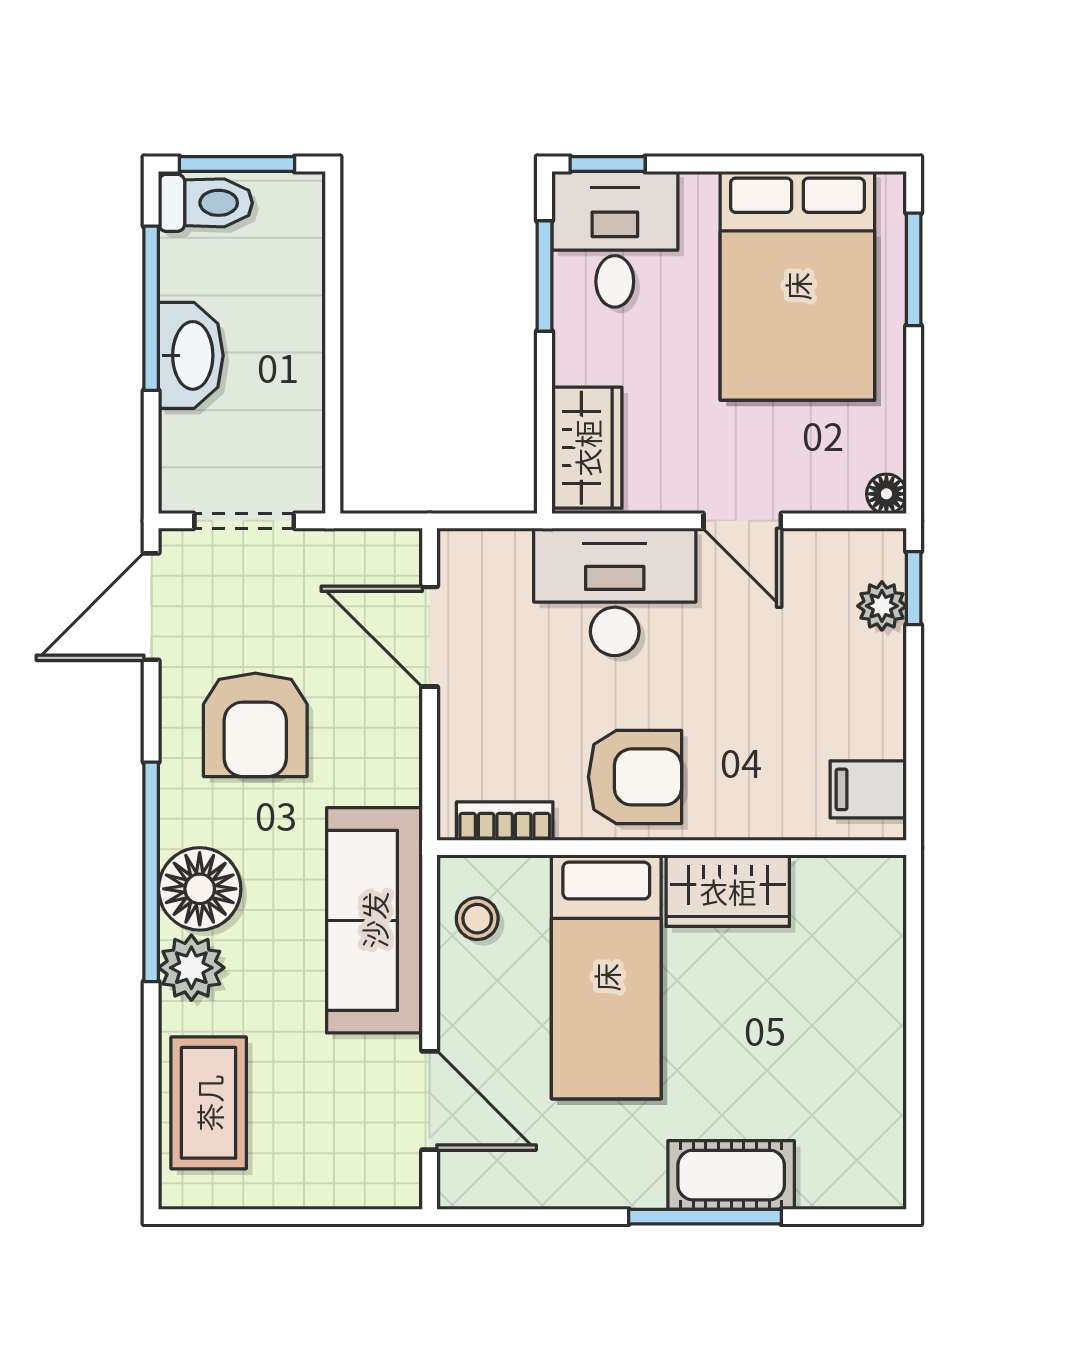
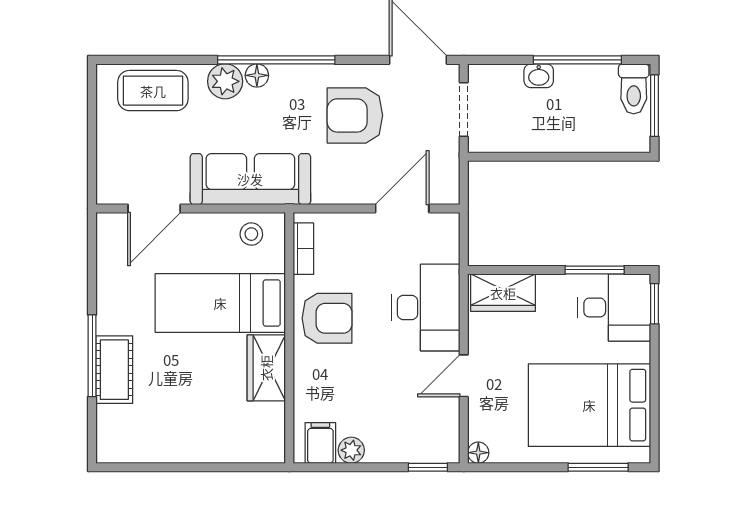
washbasin: (191, 355) -> (539, 76), width x0.52, depth x0.69
plant: (882, 606) -> (351, 450), moved
armchair: (635, 777) -> (327, 318), turned -90
floor lamp: (200, 889) -> (257, 75), width x0.53, depth x0.53

